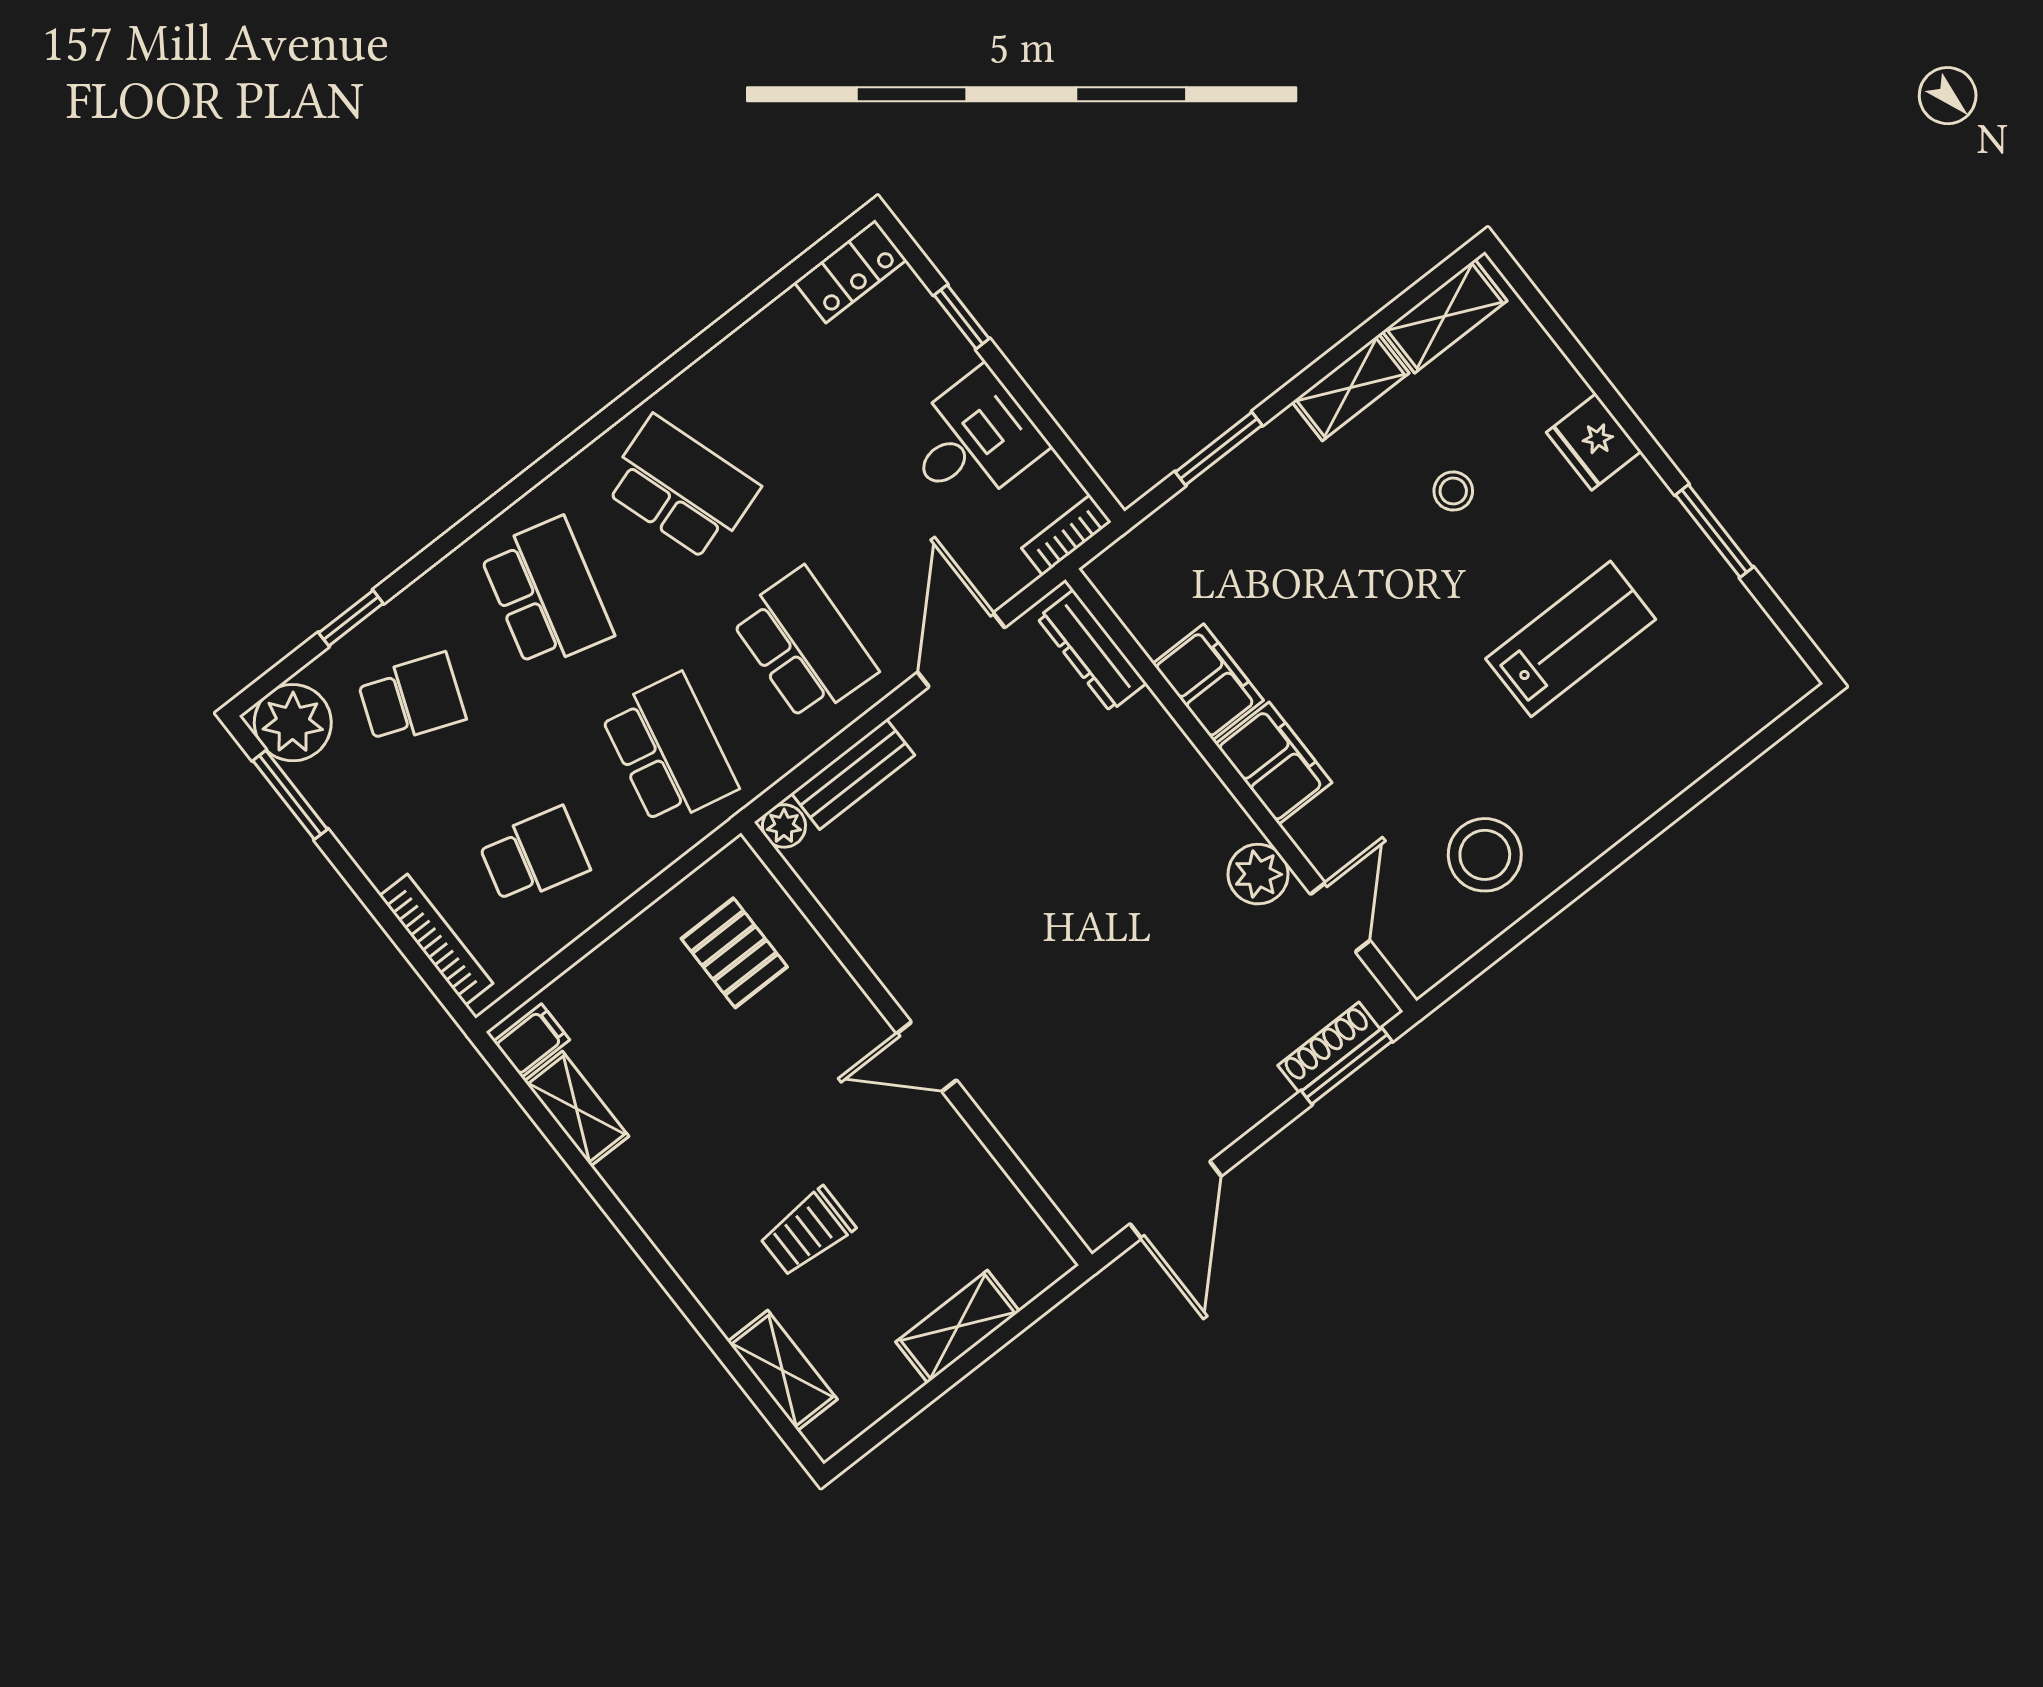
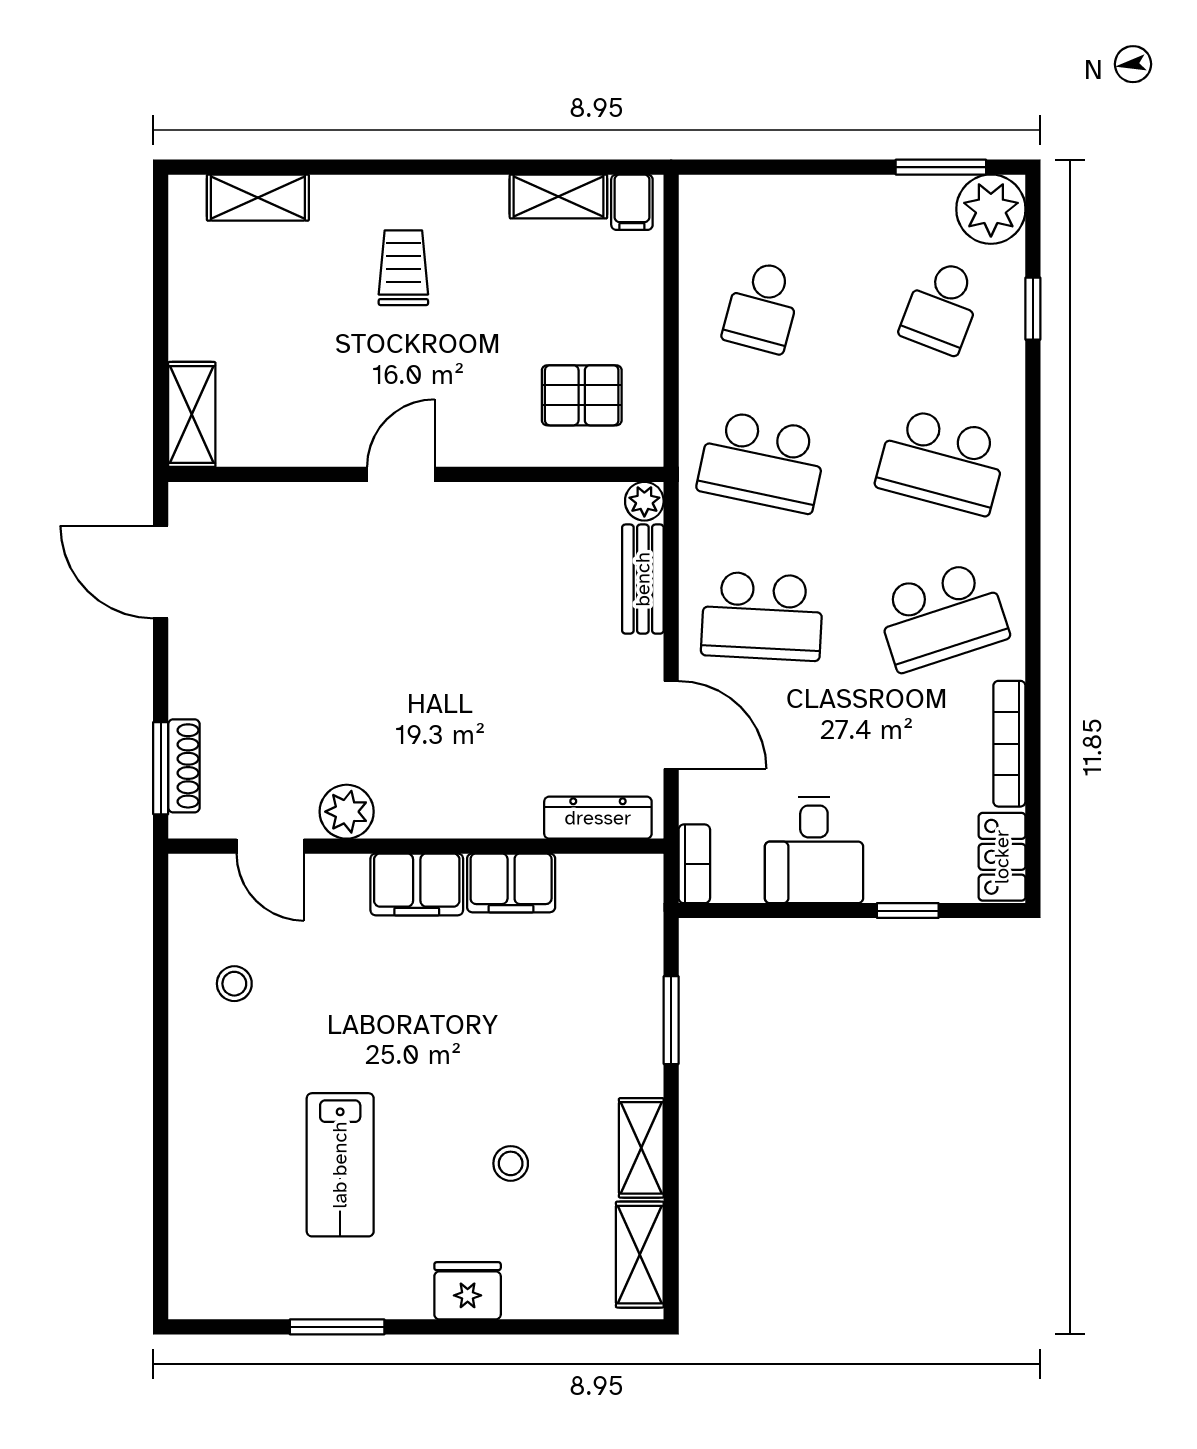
stool: (1485, 855) -> (234, 984), width x0.53, depth x0.53
bookcase: (436, 940) -> (1009, 744), moved, turned 90
trolley: (807, 1232) -> (403, 268), moved
shelving: (958, 1327) -> (192, 414), moved

